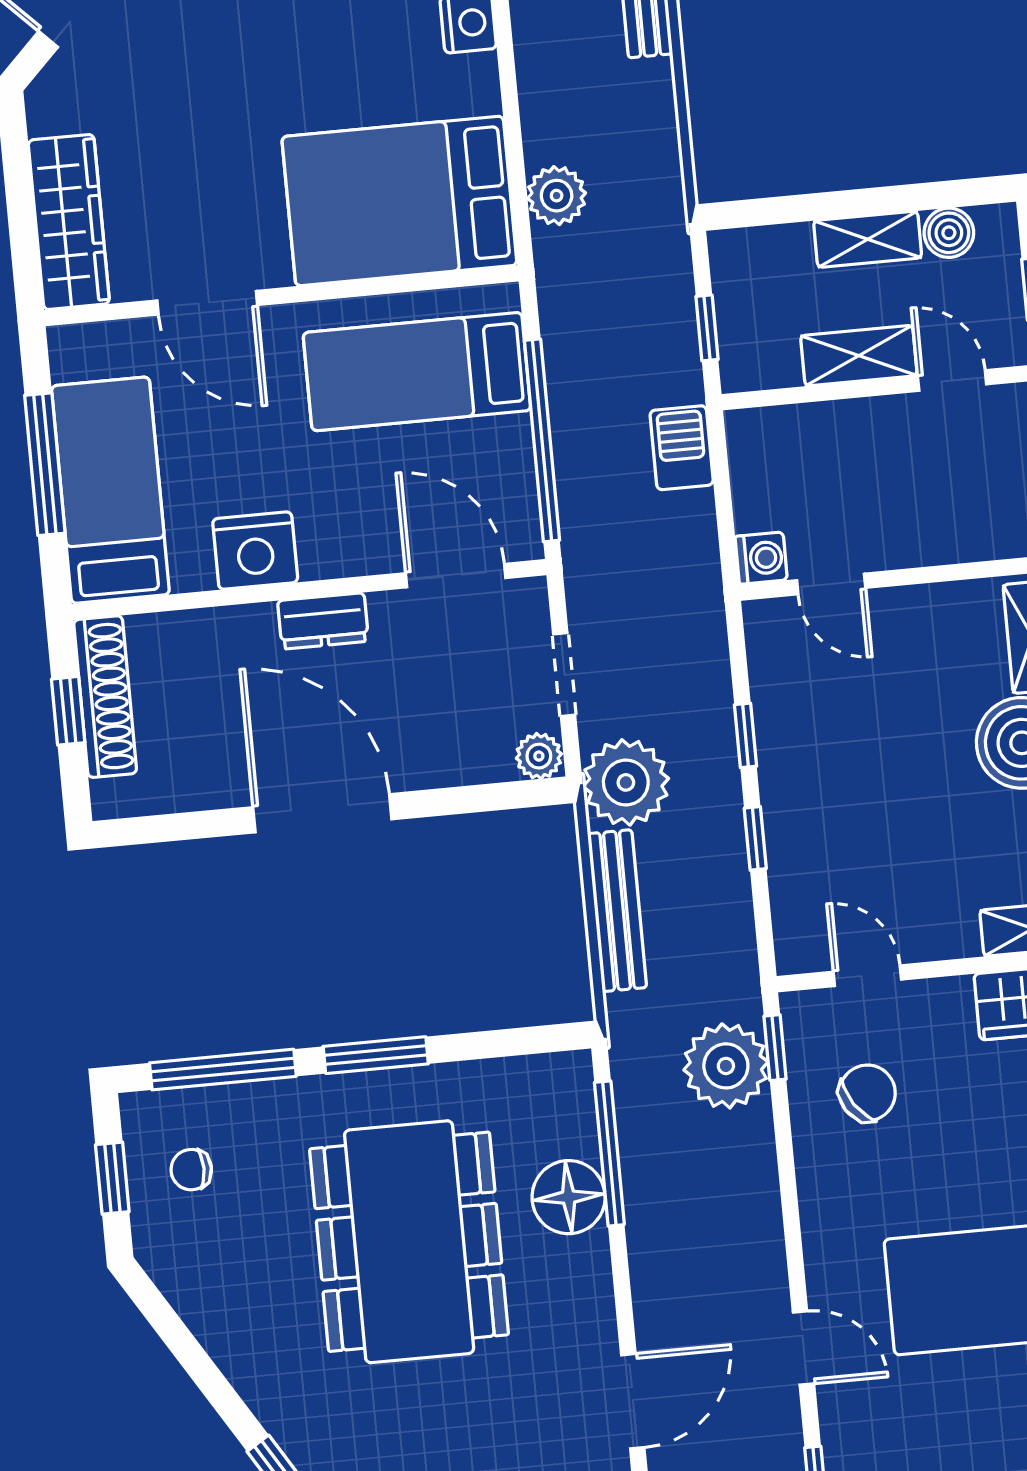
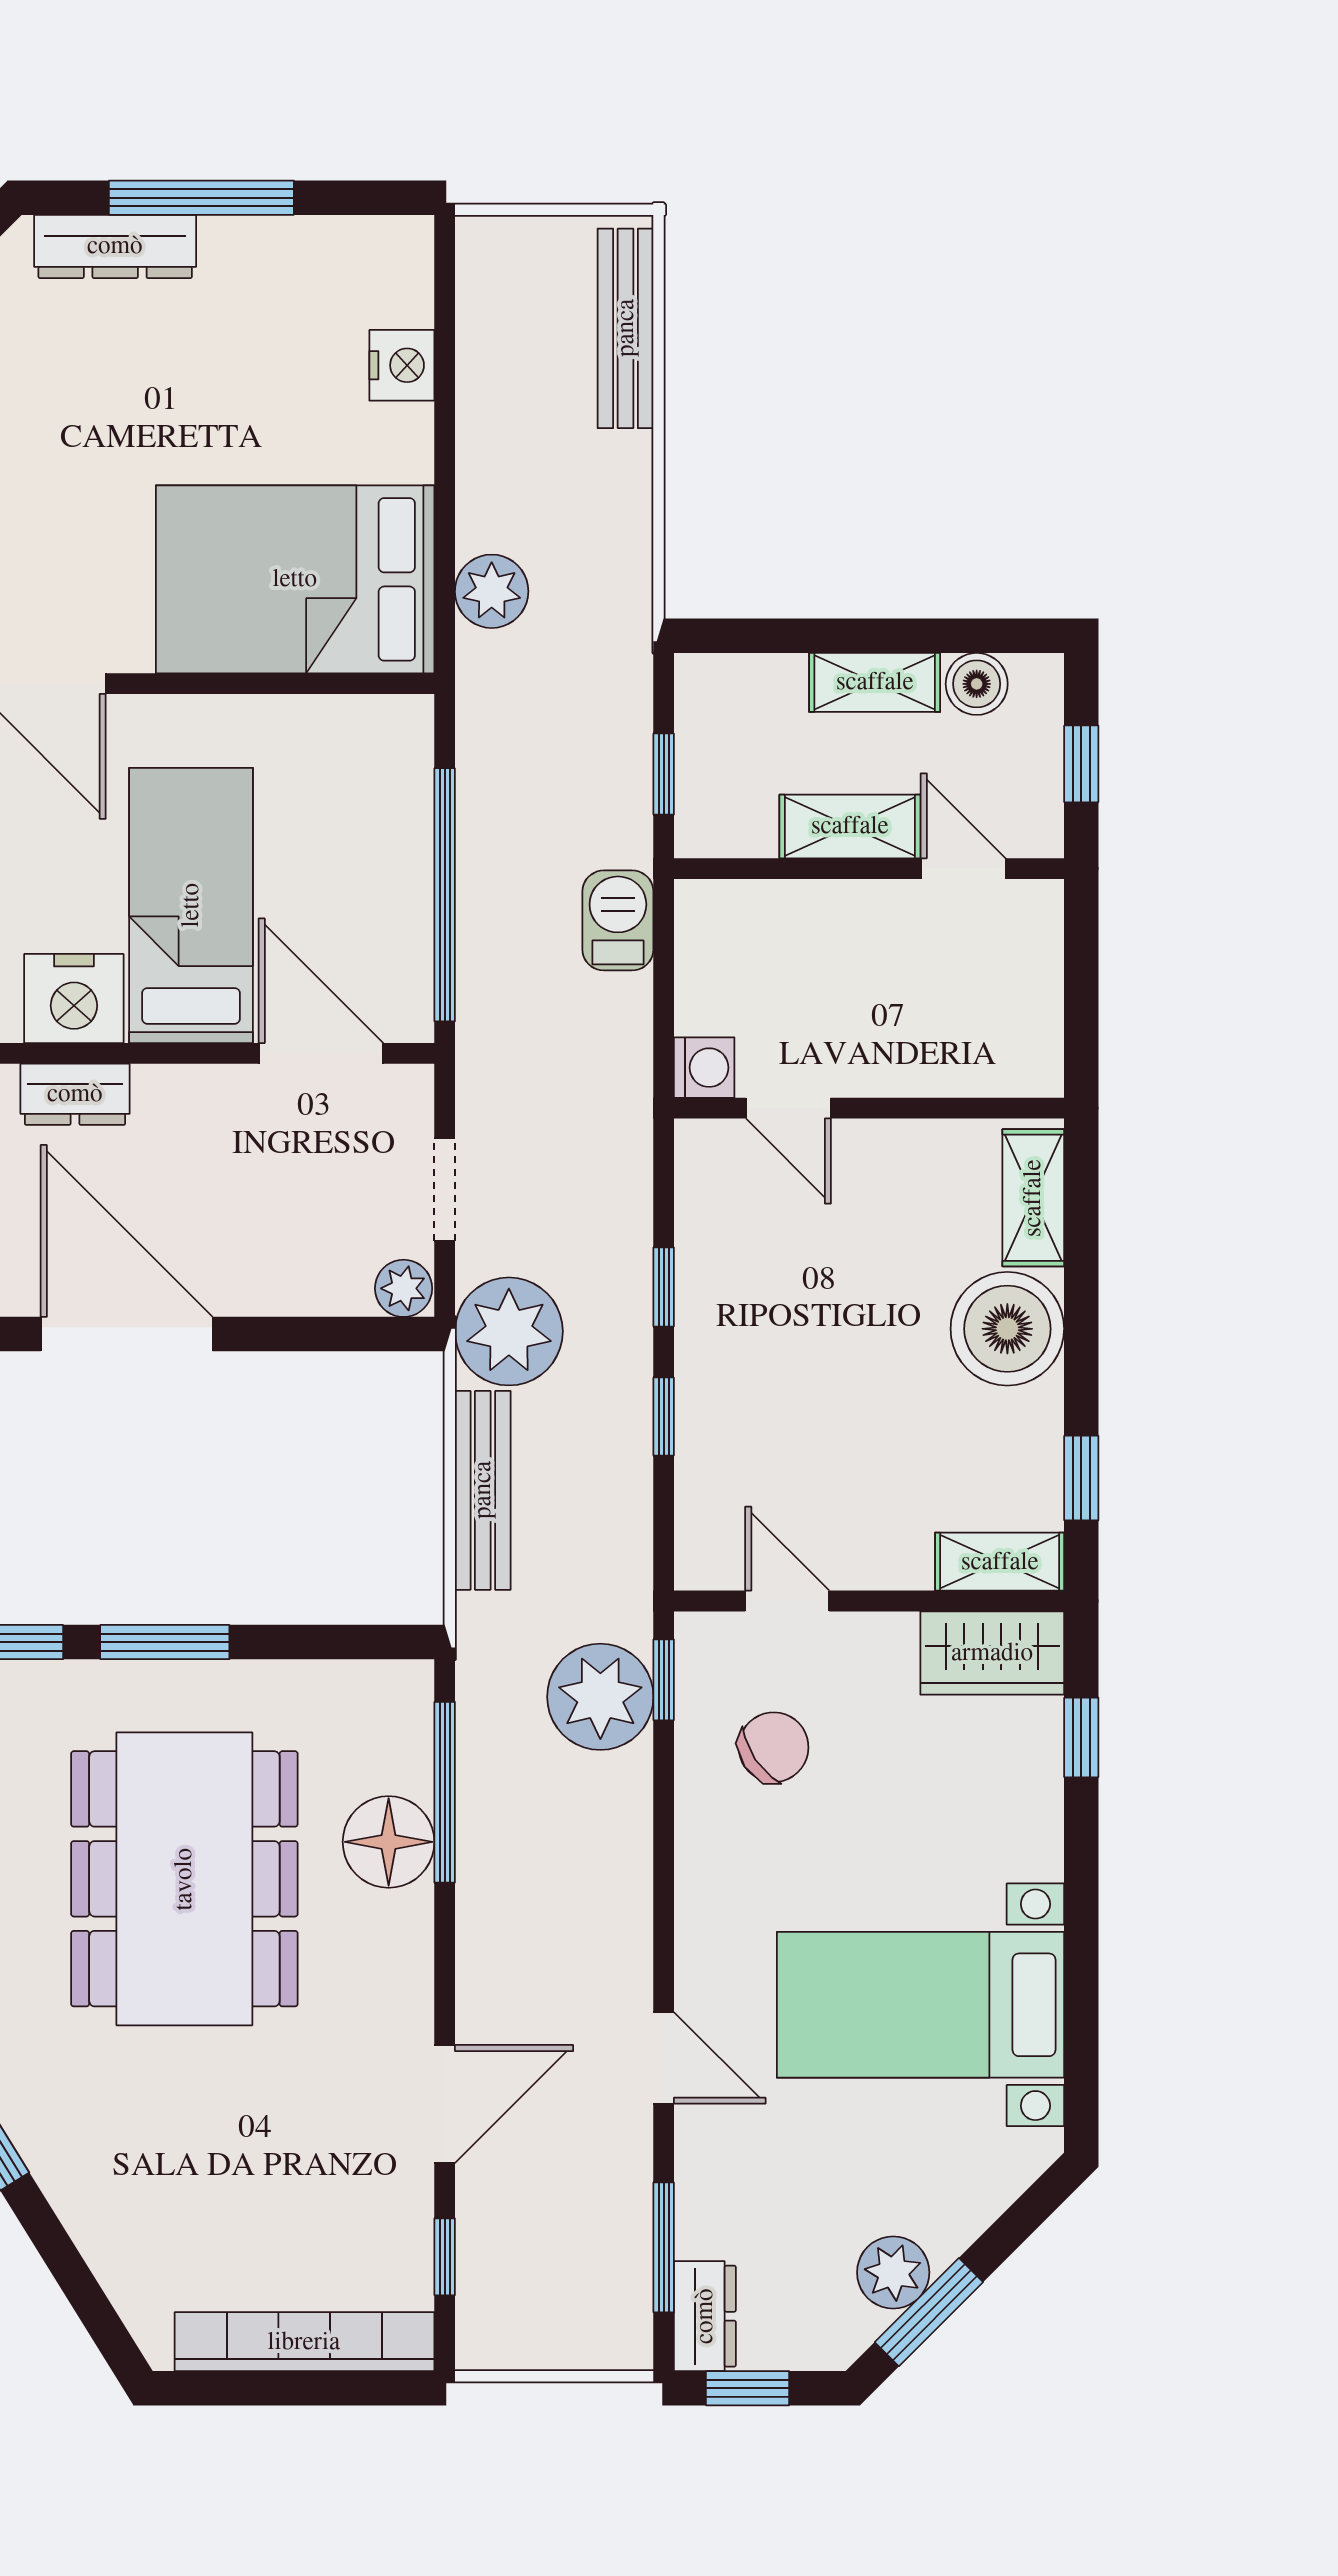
bed: (417, 372) -> (191, 905), moved, turned 90
dresser: (323, 621) -> (75, 1094), moved

